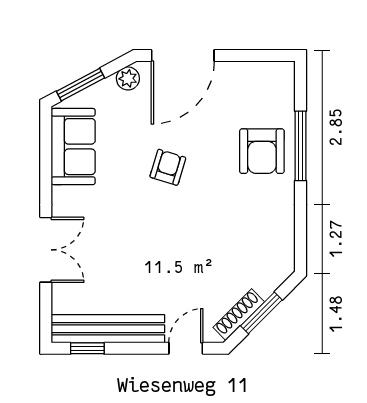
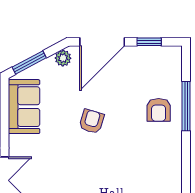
window: (249, 56) -> (149, 42), added
armchair: (262, 151) -> (159, 110), width x0.72, depth x0.72

